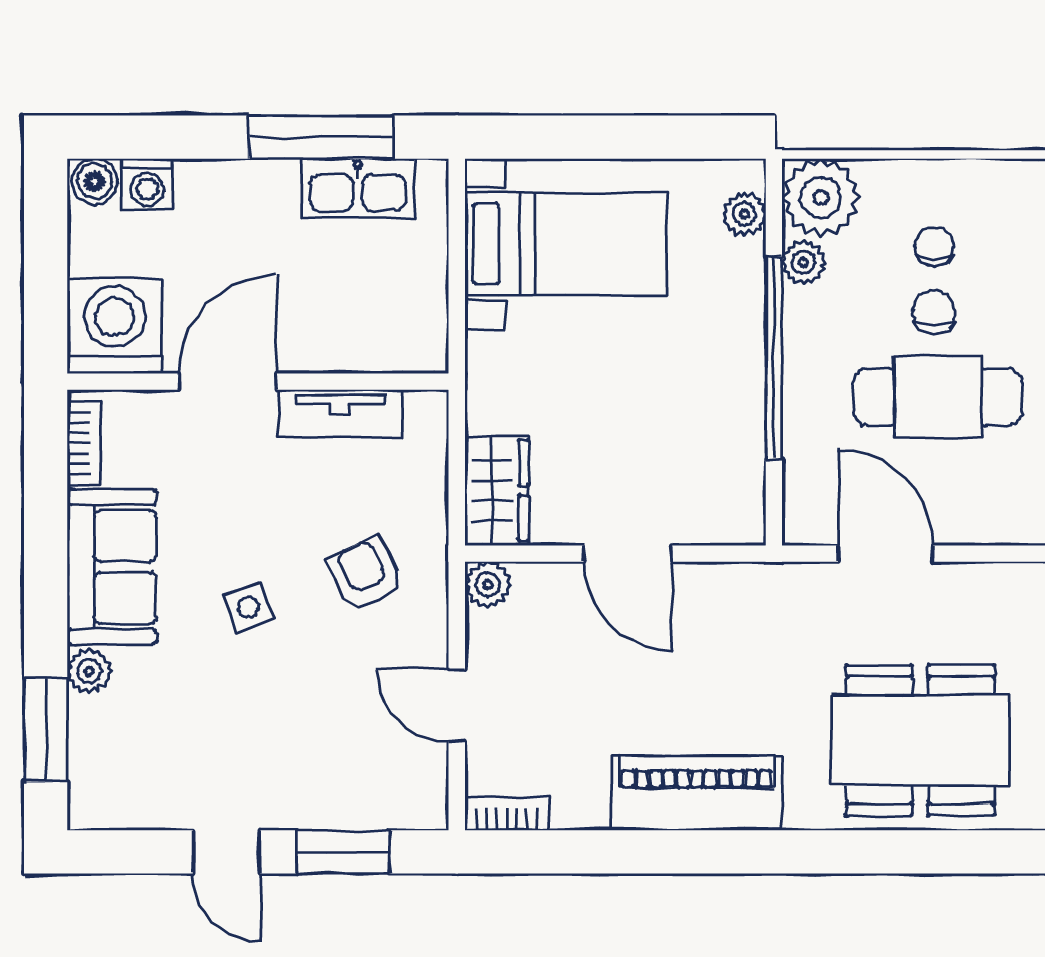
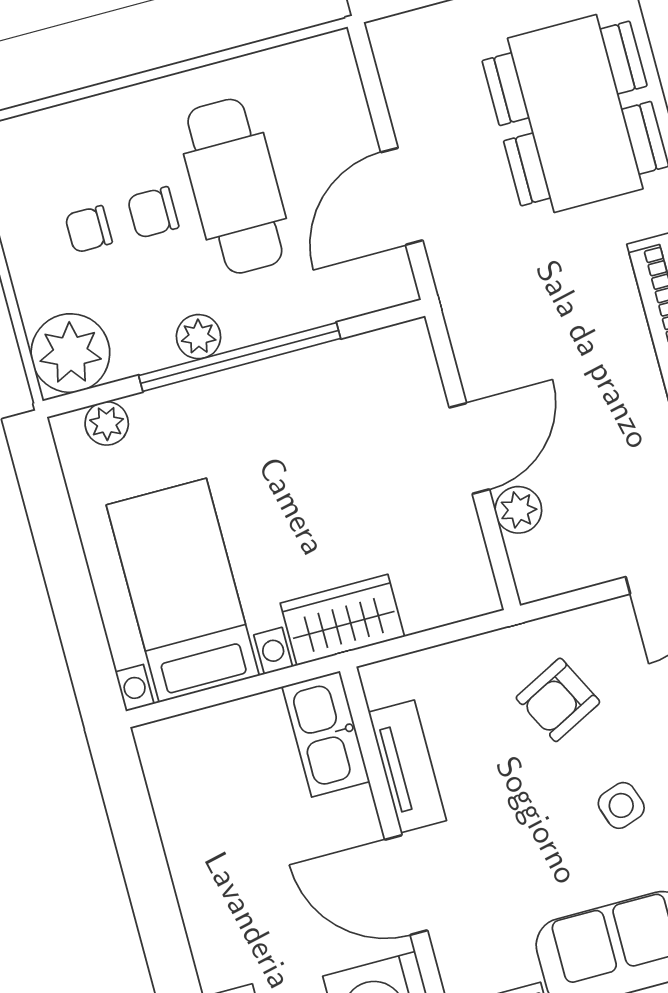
window: (321, 137) -> (142, 858), removed
kitchen sink: (358, 188) -> (326, 734), moved, turned 180
plant: (804, 262) -> (199, 337), moved
wardrobe: (497, 490) -> (342, 620), moved
plant: (488, 585) -> (518, 510), moved

